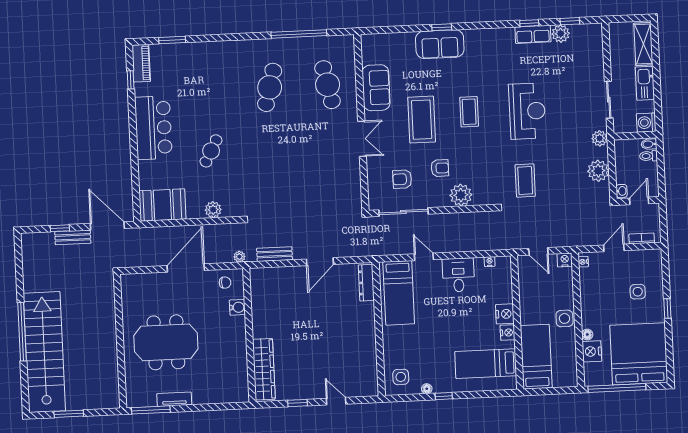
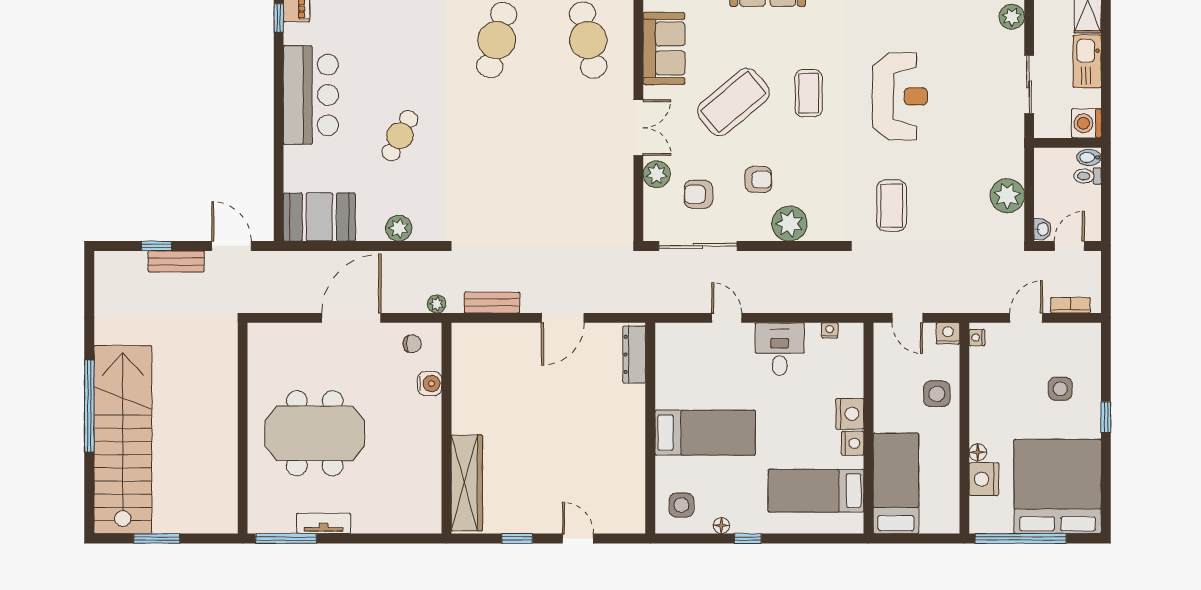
coffee table: (422, 120) -> (733, 102), turned 50
plant: (600, 138) -> (1012, 17), moved
plant: (375, 168) -> (657, 174), added
door: (107, 226) -> (231, 246), width x0.73
bed: (399, 293) -> (705, 433), moved, turned -90
side table: (564, 318) -> (937, 394), moved

